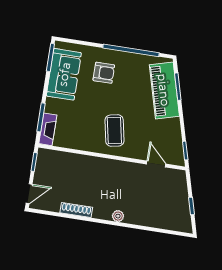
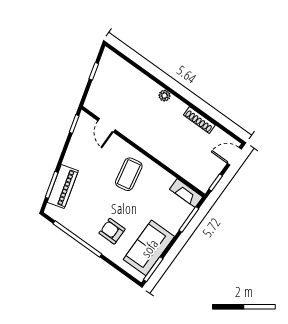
piano: (164, 90) -> (63, 187), width x0.73, depth x0.75
fireplace: (48, 129) -> (186, 193), moved, turned -90

